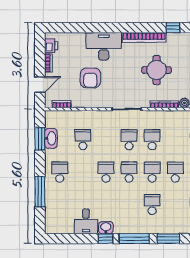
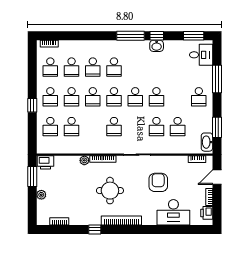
desk: (104, 46) -> (173, 212), moved
armchair: (90, 78) -> (158, 182), moved
washbasin: (51, 138) -> (207, 142), moved
school desk: (129, 140) -> (156, 127), moved
school desk: (175, 205) -> (93, 67), added
desk: (86, 221) -> (201, 55), moved, turned 90
window: (169, 239) -> (194, 36), moved

